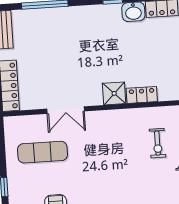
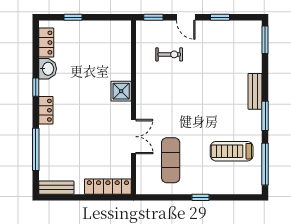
locker: (142, 95) -> (46, 110), moved, turned 180

